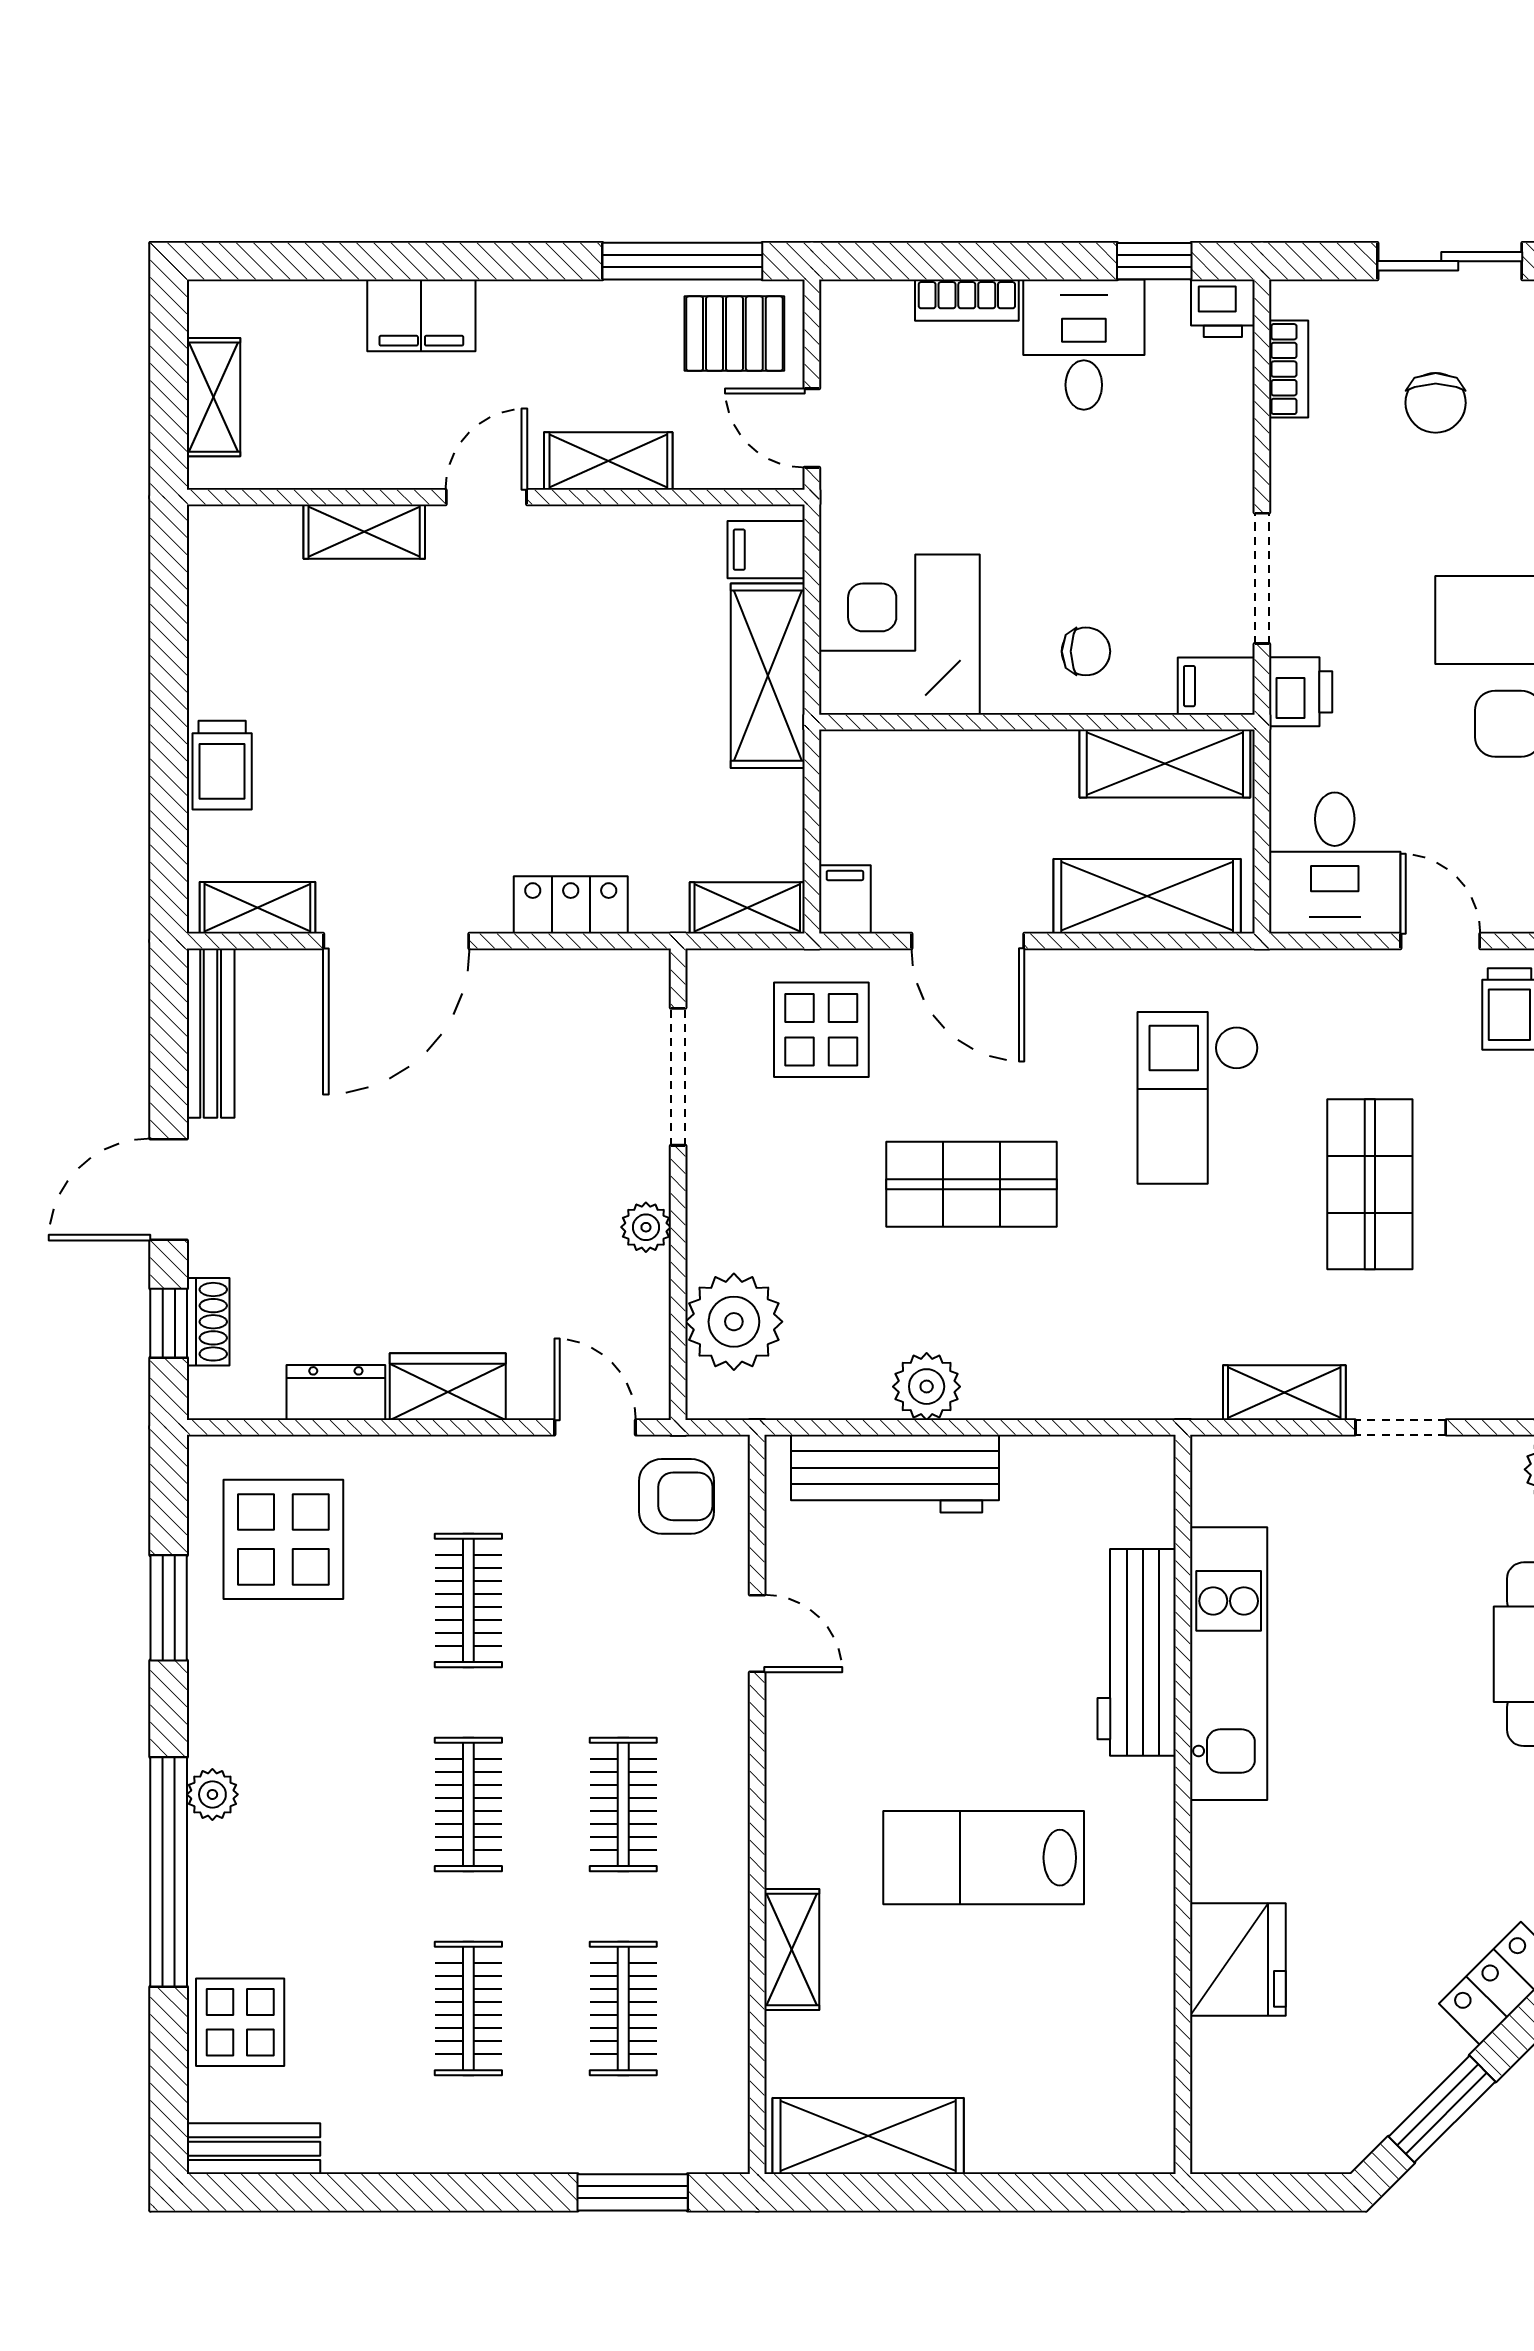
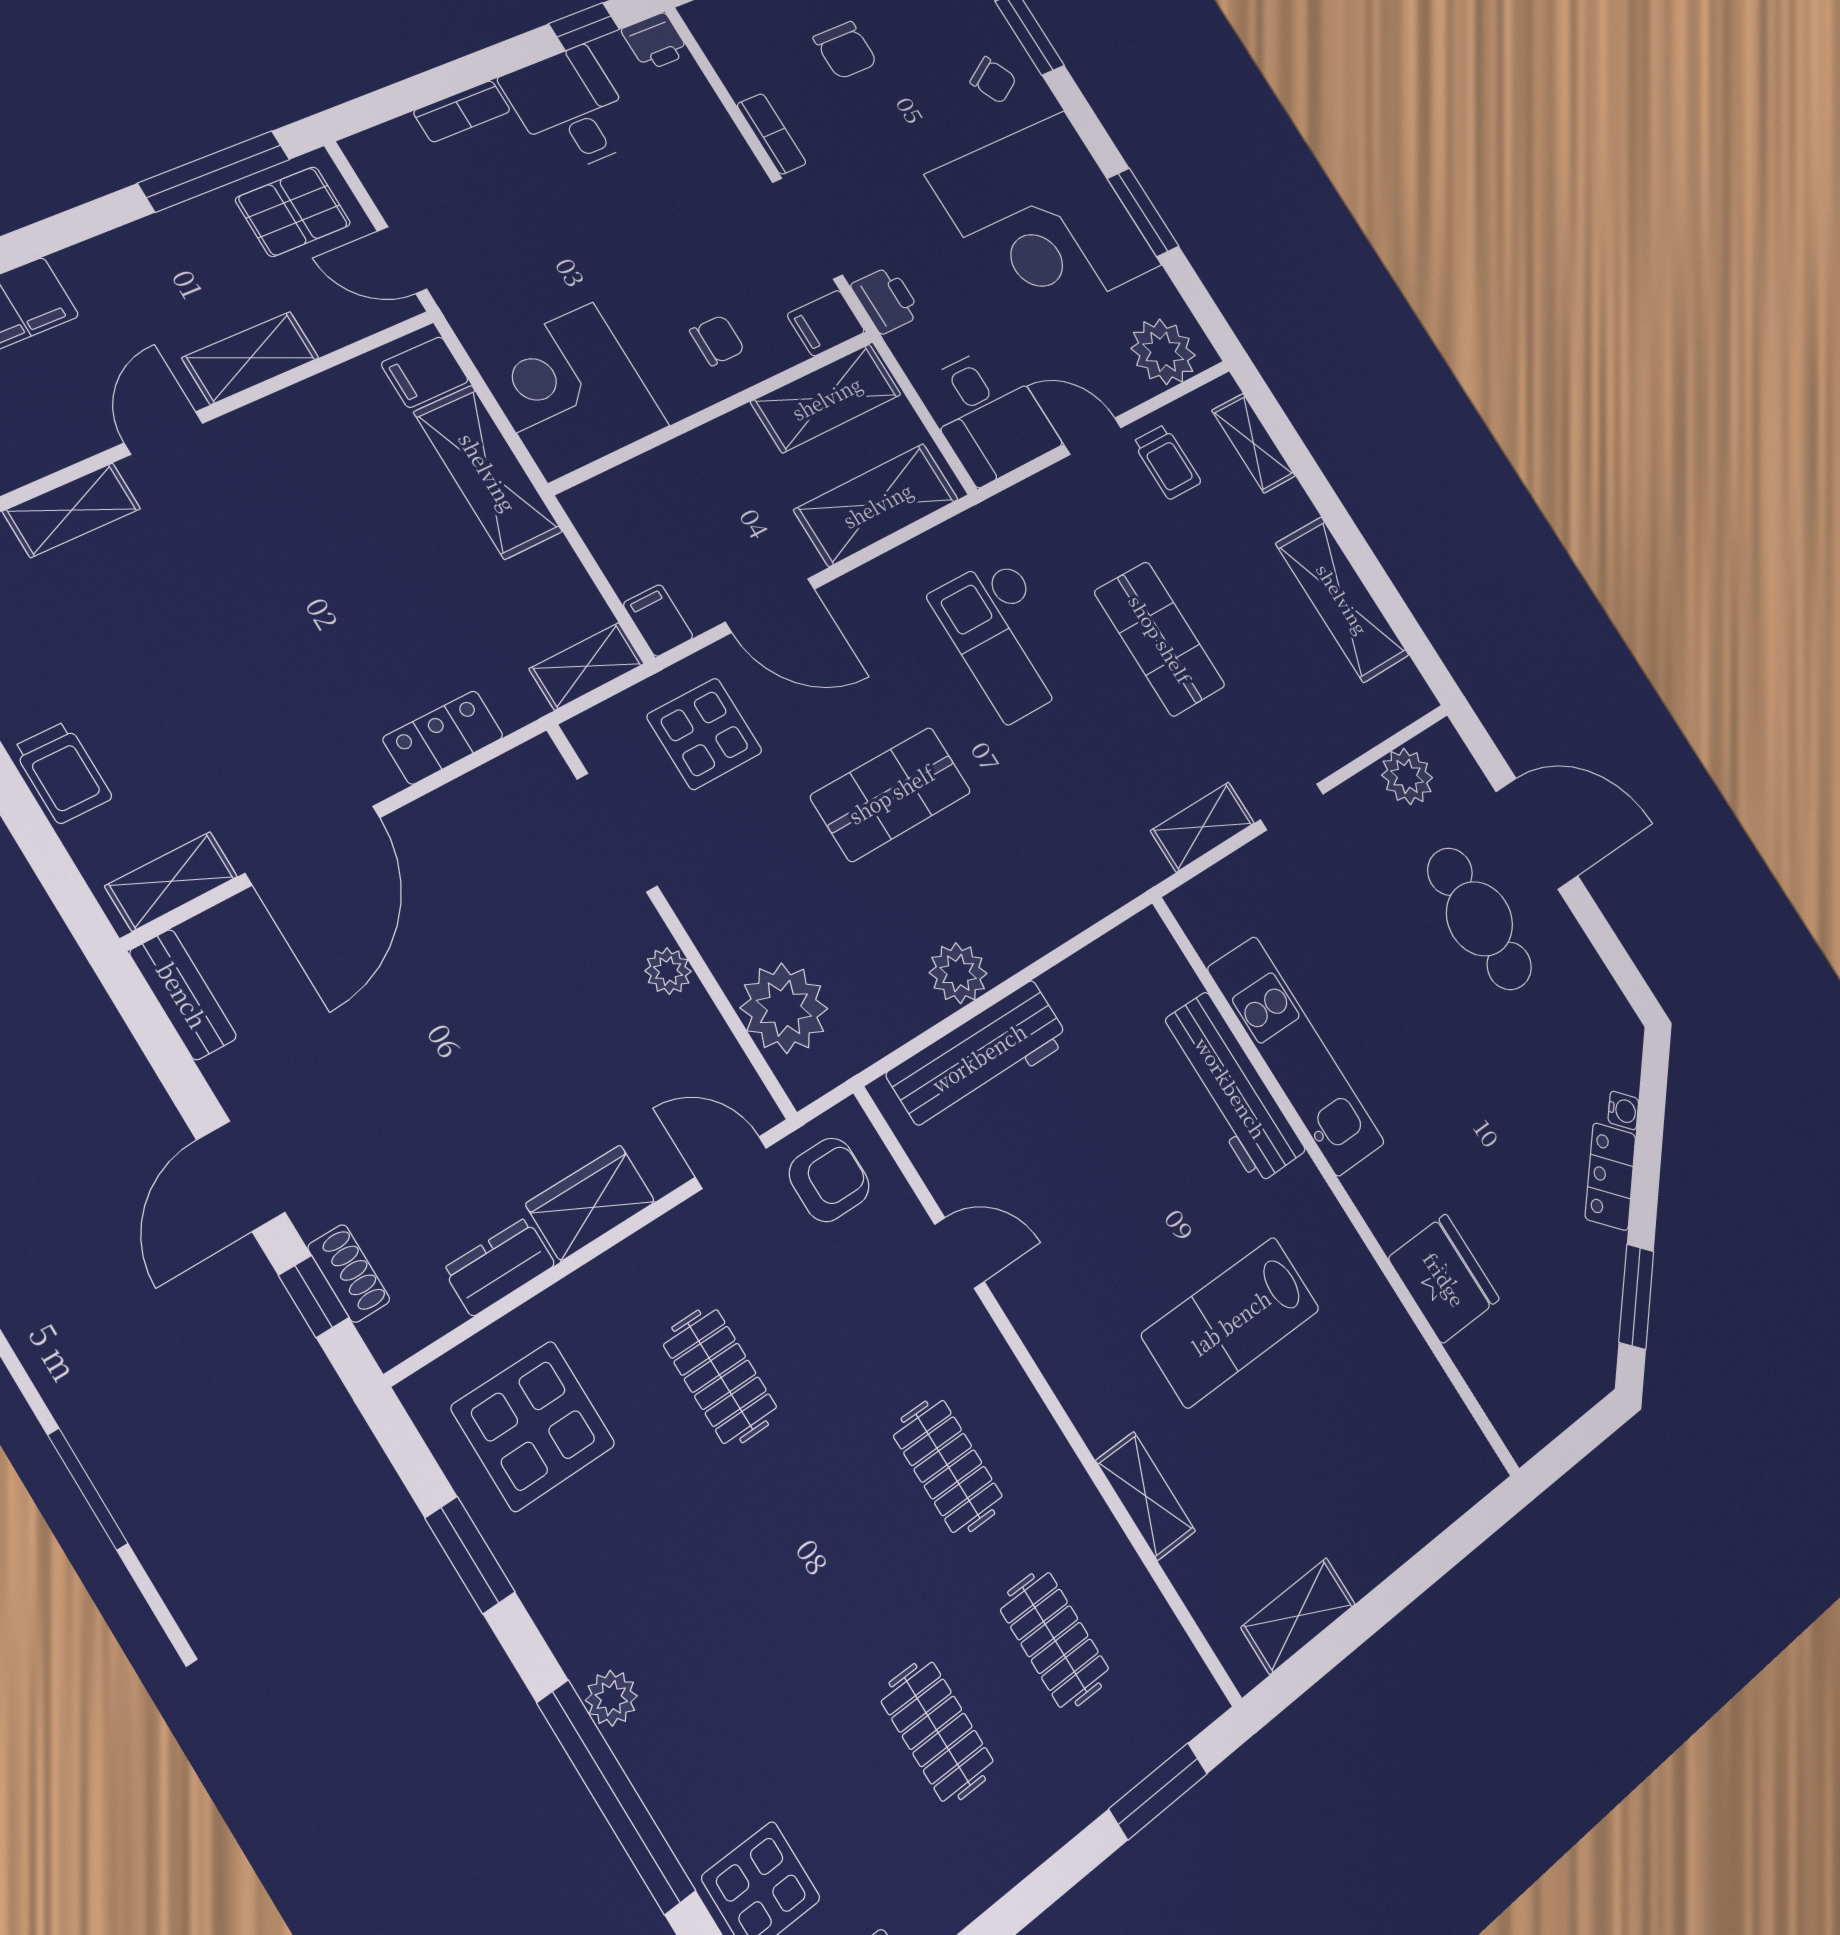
bookcase: (1289, 369) -> (772, 134), moved
bench: (211, 1033) -> (183, 995), width x0.73
clothes rail: (468, 1804) -> (828, 1553), removed
shelving: (868, 2136) -> (1298, 1616), width x0.67, depth x0.75

